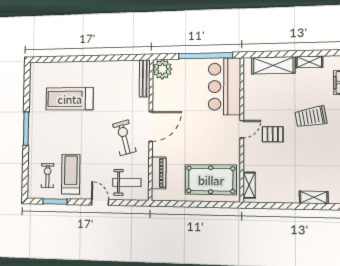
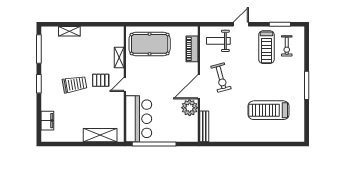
shelving: (309, 62) -> (72, 137), removed
plant: (162, 69) -> (190, 108), moved
treadmill: (70, 99) -> (269, 110), turned 180
trolley: (311, 117) -> (75, 84), moved
shelving: (249, 185) -> (119, 58), moved
door: (100, 202) -> (241, 24), swing flipped

